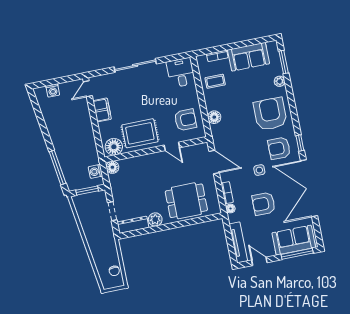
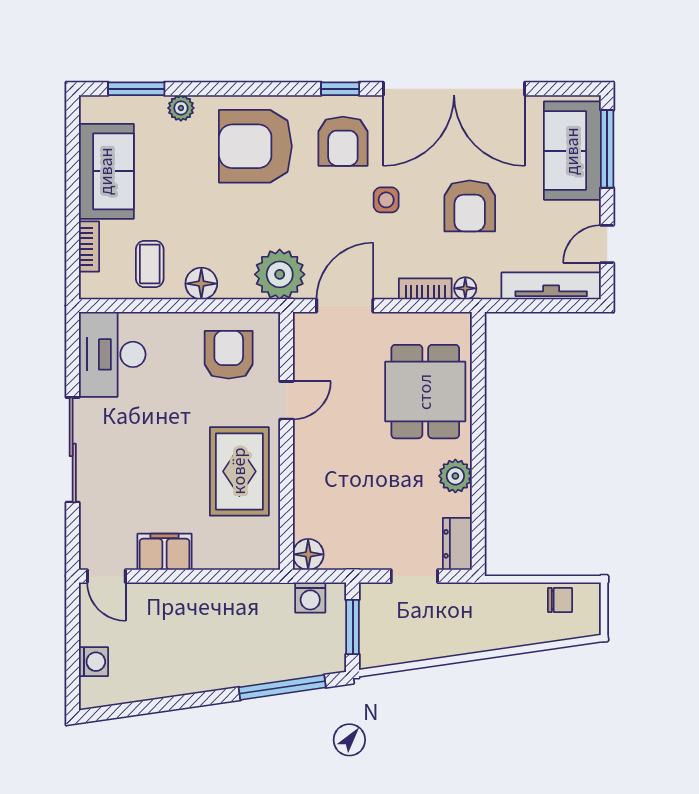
desk: (181, 73) -> (112, 354), width x1.37
floor lamp: (214, 117) -> (201, 284), moved
plant: (221, 134) -> (280, 274), added
floor lamp: (114, 147) -> (259, 541), removed
dresser: (133, 225) -> (457, 544), width x0.70

